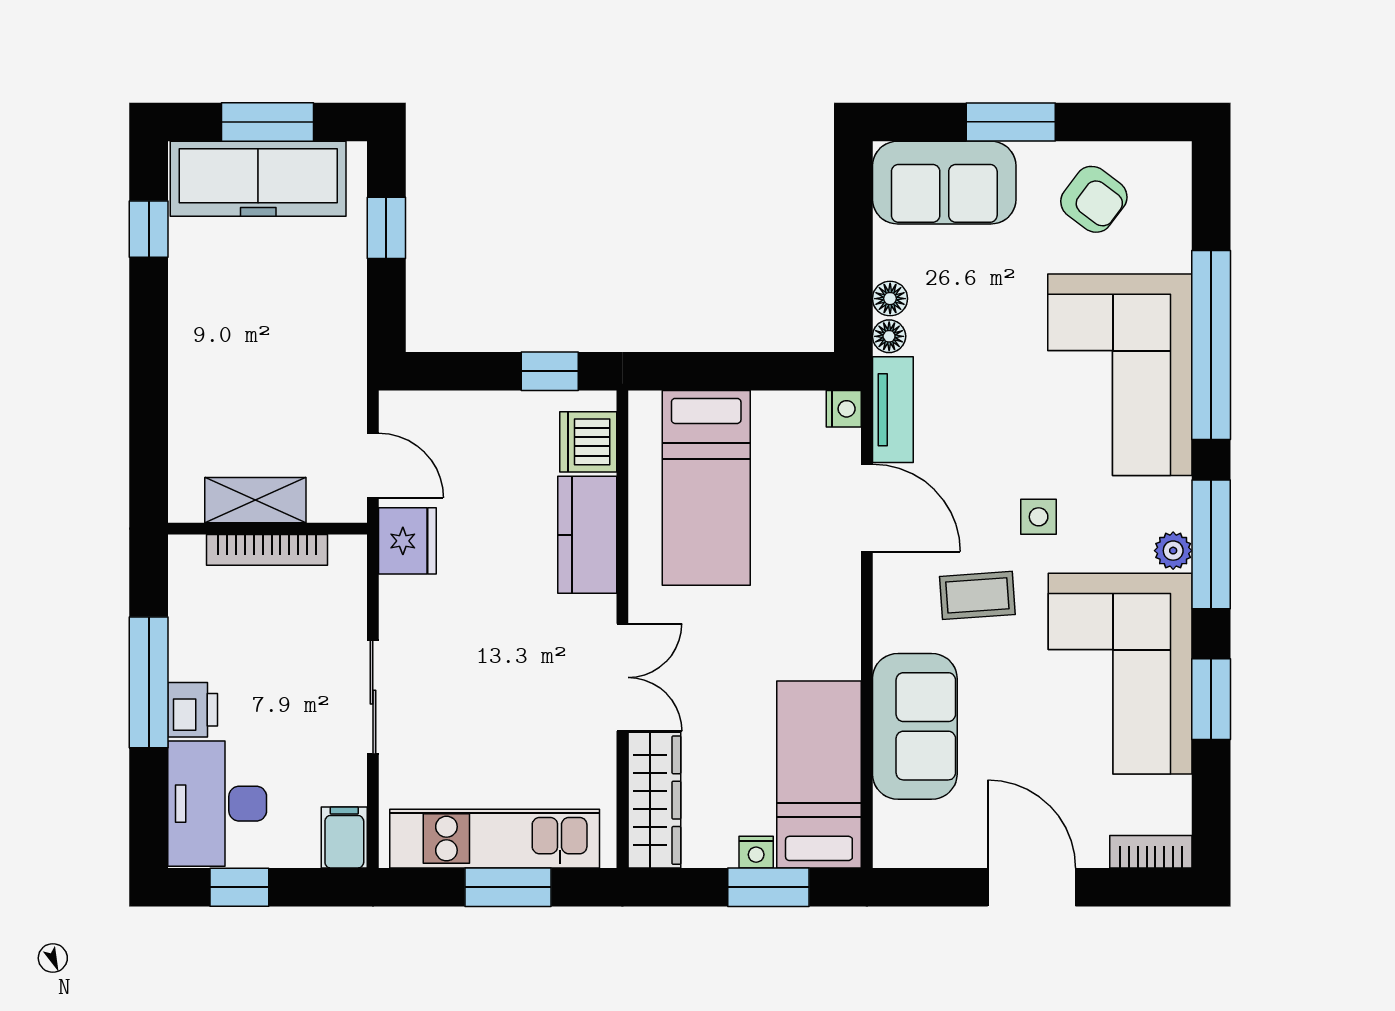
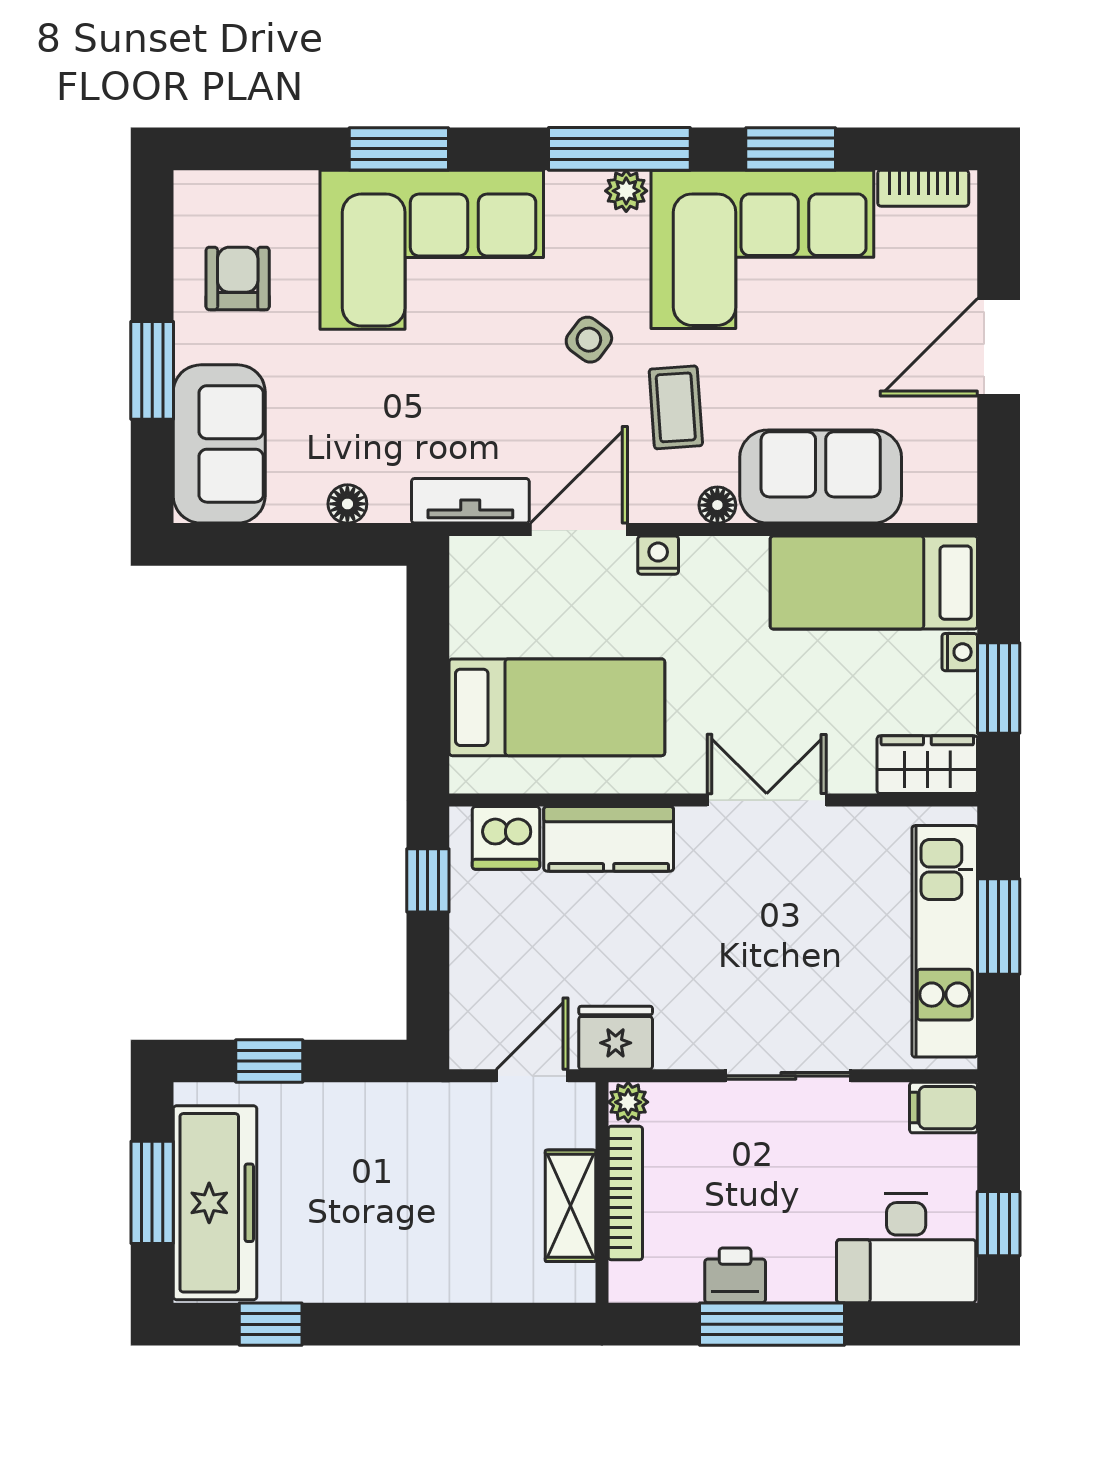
armchair: (1094, 199) -> (238, 279), turned -37
floor lamp: (889, 336) -> (717, 505), moved
window: (1211, 345) -> (399, 149), width x0.47
nightstand: (844, 409) -> (658, 555), moved
side table: (1039, 517) -> (589, 340), turned 37
plant: (349, 552) -> (628, 1102), added
printer: (193, 710) -> (735, 1275), moved
wardrobe: (654, 800) -> (927, 765), width x0.67
bookcase: (1151, 852) -> (923, 188), moved, turned -90
window: (768, 887) -> (999, 688), moved

